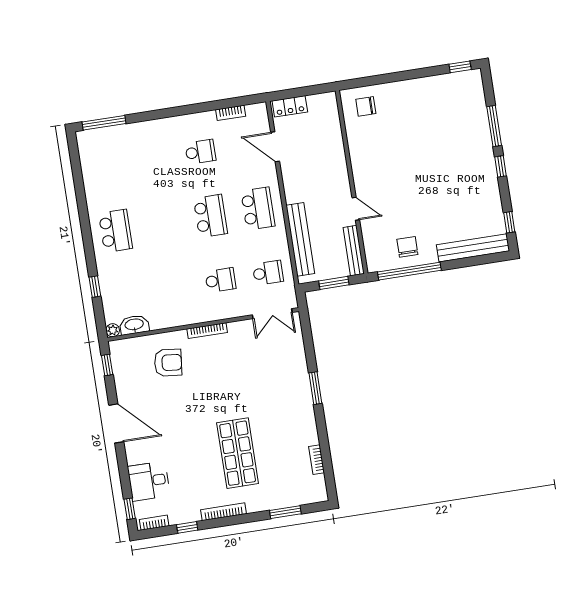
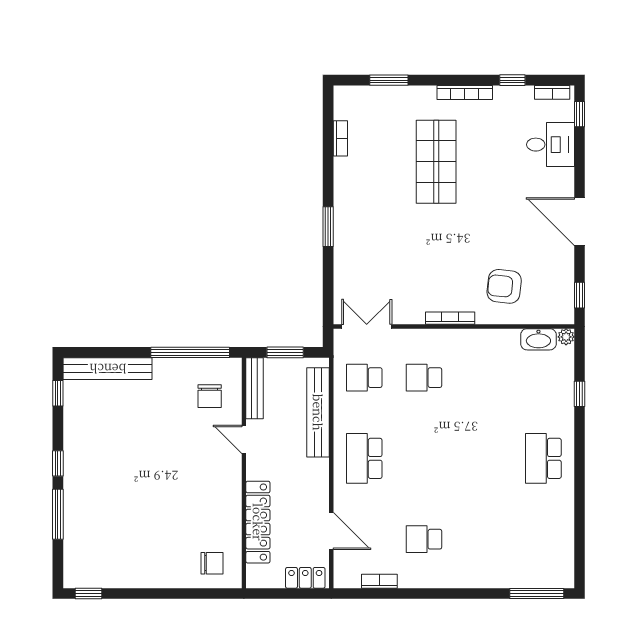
locker: (334, 145) -> (258, 522), added
school desk: (210, 216) -> (424, 458), removed
chair: (407, 247) -> (210, 396), moved

